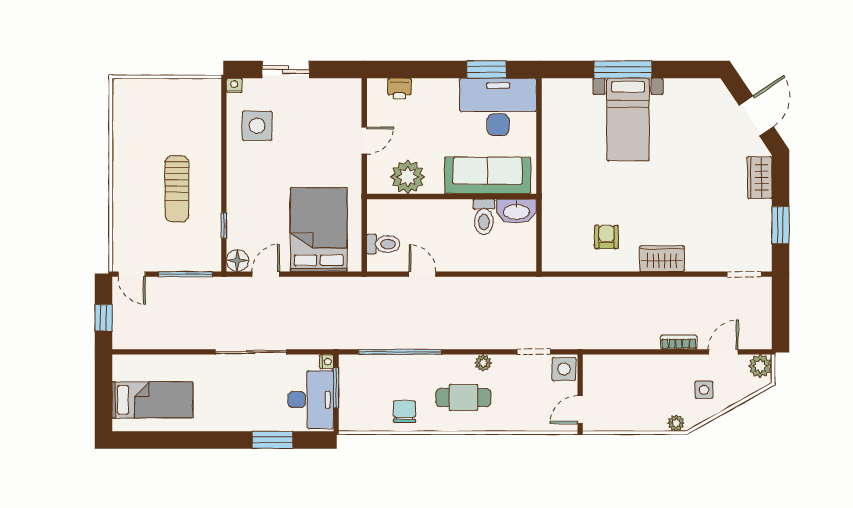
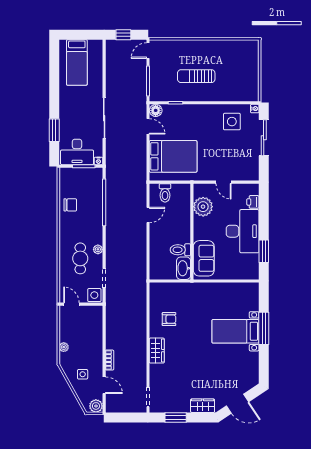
sliding door: (286, 69) -> (264, 138), width x1.37
desk: (498, 107) -> (243, 231), moved
sofa: (488, 176) -> (204, 258), width x0.73
cafe table: (463, 398) -> (80, 258), moved
plant: (676, 423) -> (64, 347), moved

